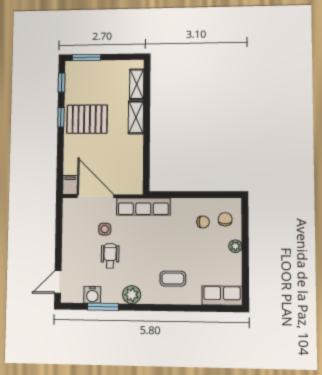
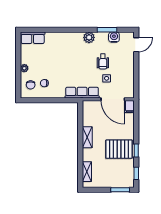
shelving: (136, 117) -> (87, 137), moved
coffee table: (173, 279) -> (63, 48), removed

